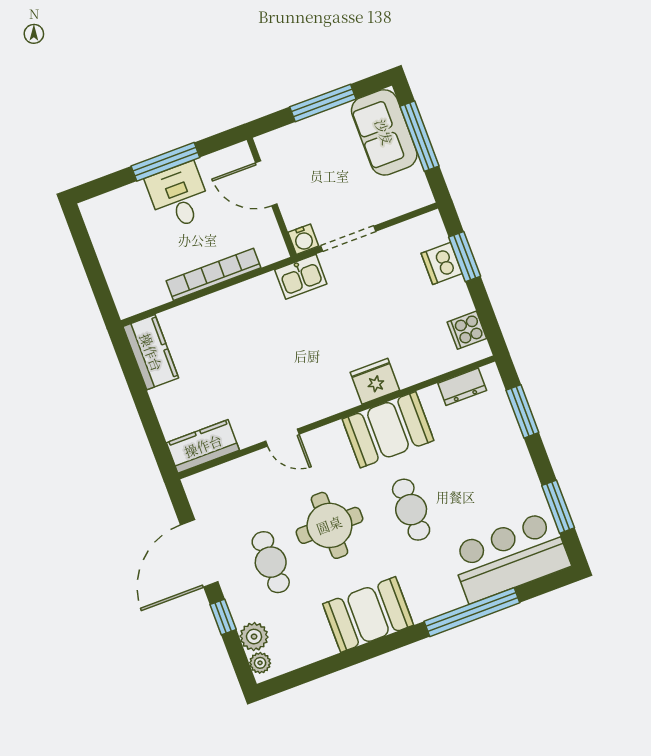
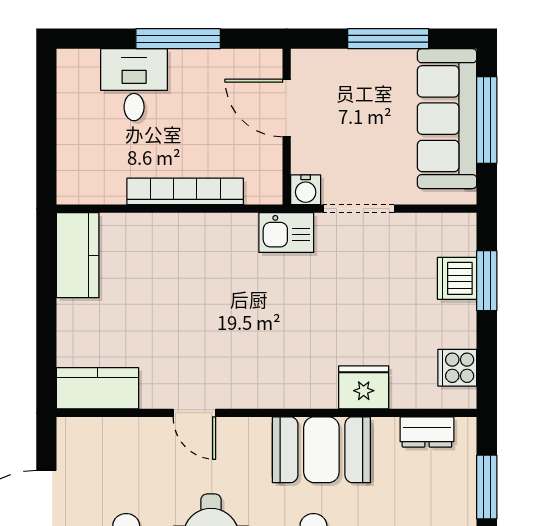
sofa: (384, 132) -> (447, 119), width x1.36
desk: (179, 196) -> (134, 85), moved
fridge: (375, 381) -> (364, 387), moved

